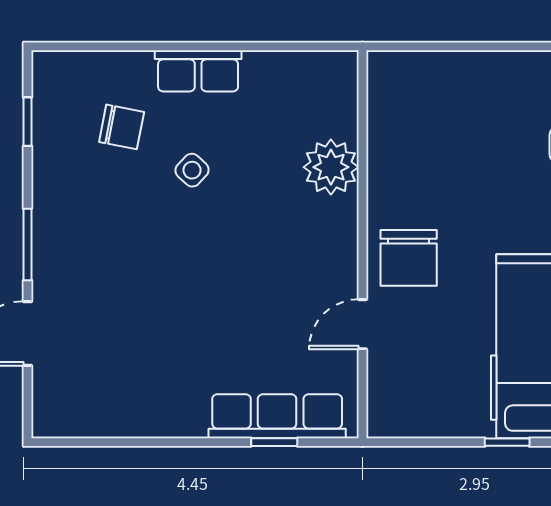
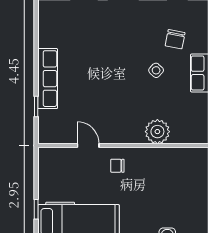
chair: (409, 258) -> (117, 166), width x0.54, depth x0.54
row of seats: (277, 416) -> (48, 79), moved

